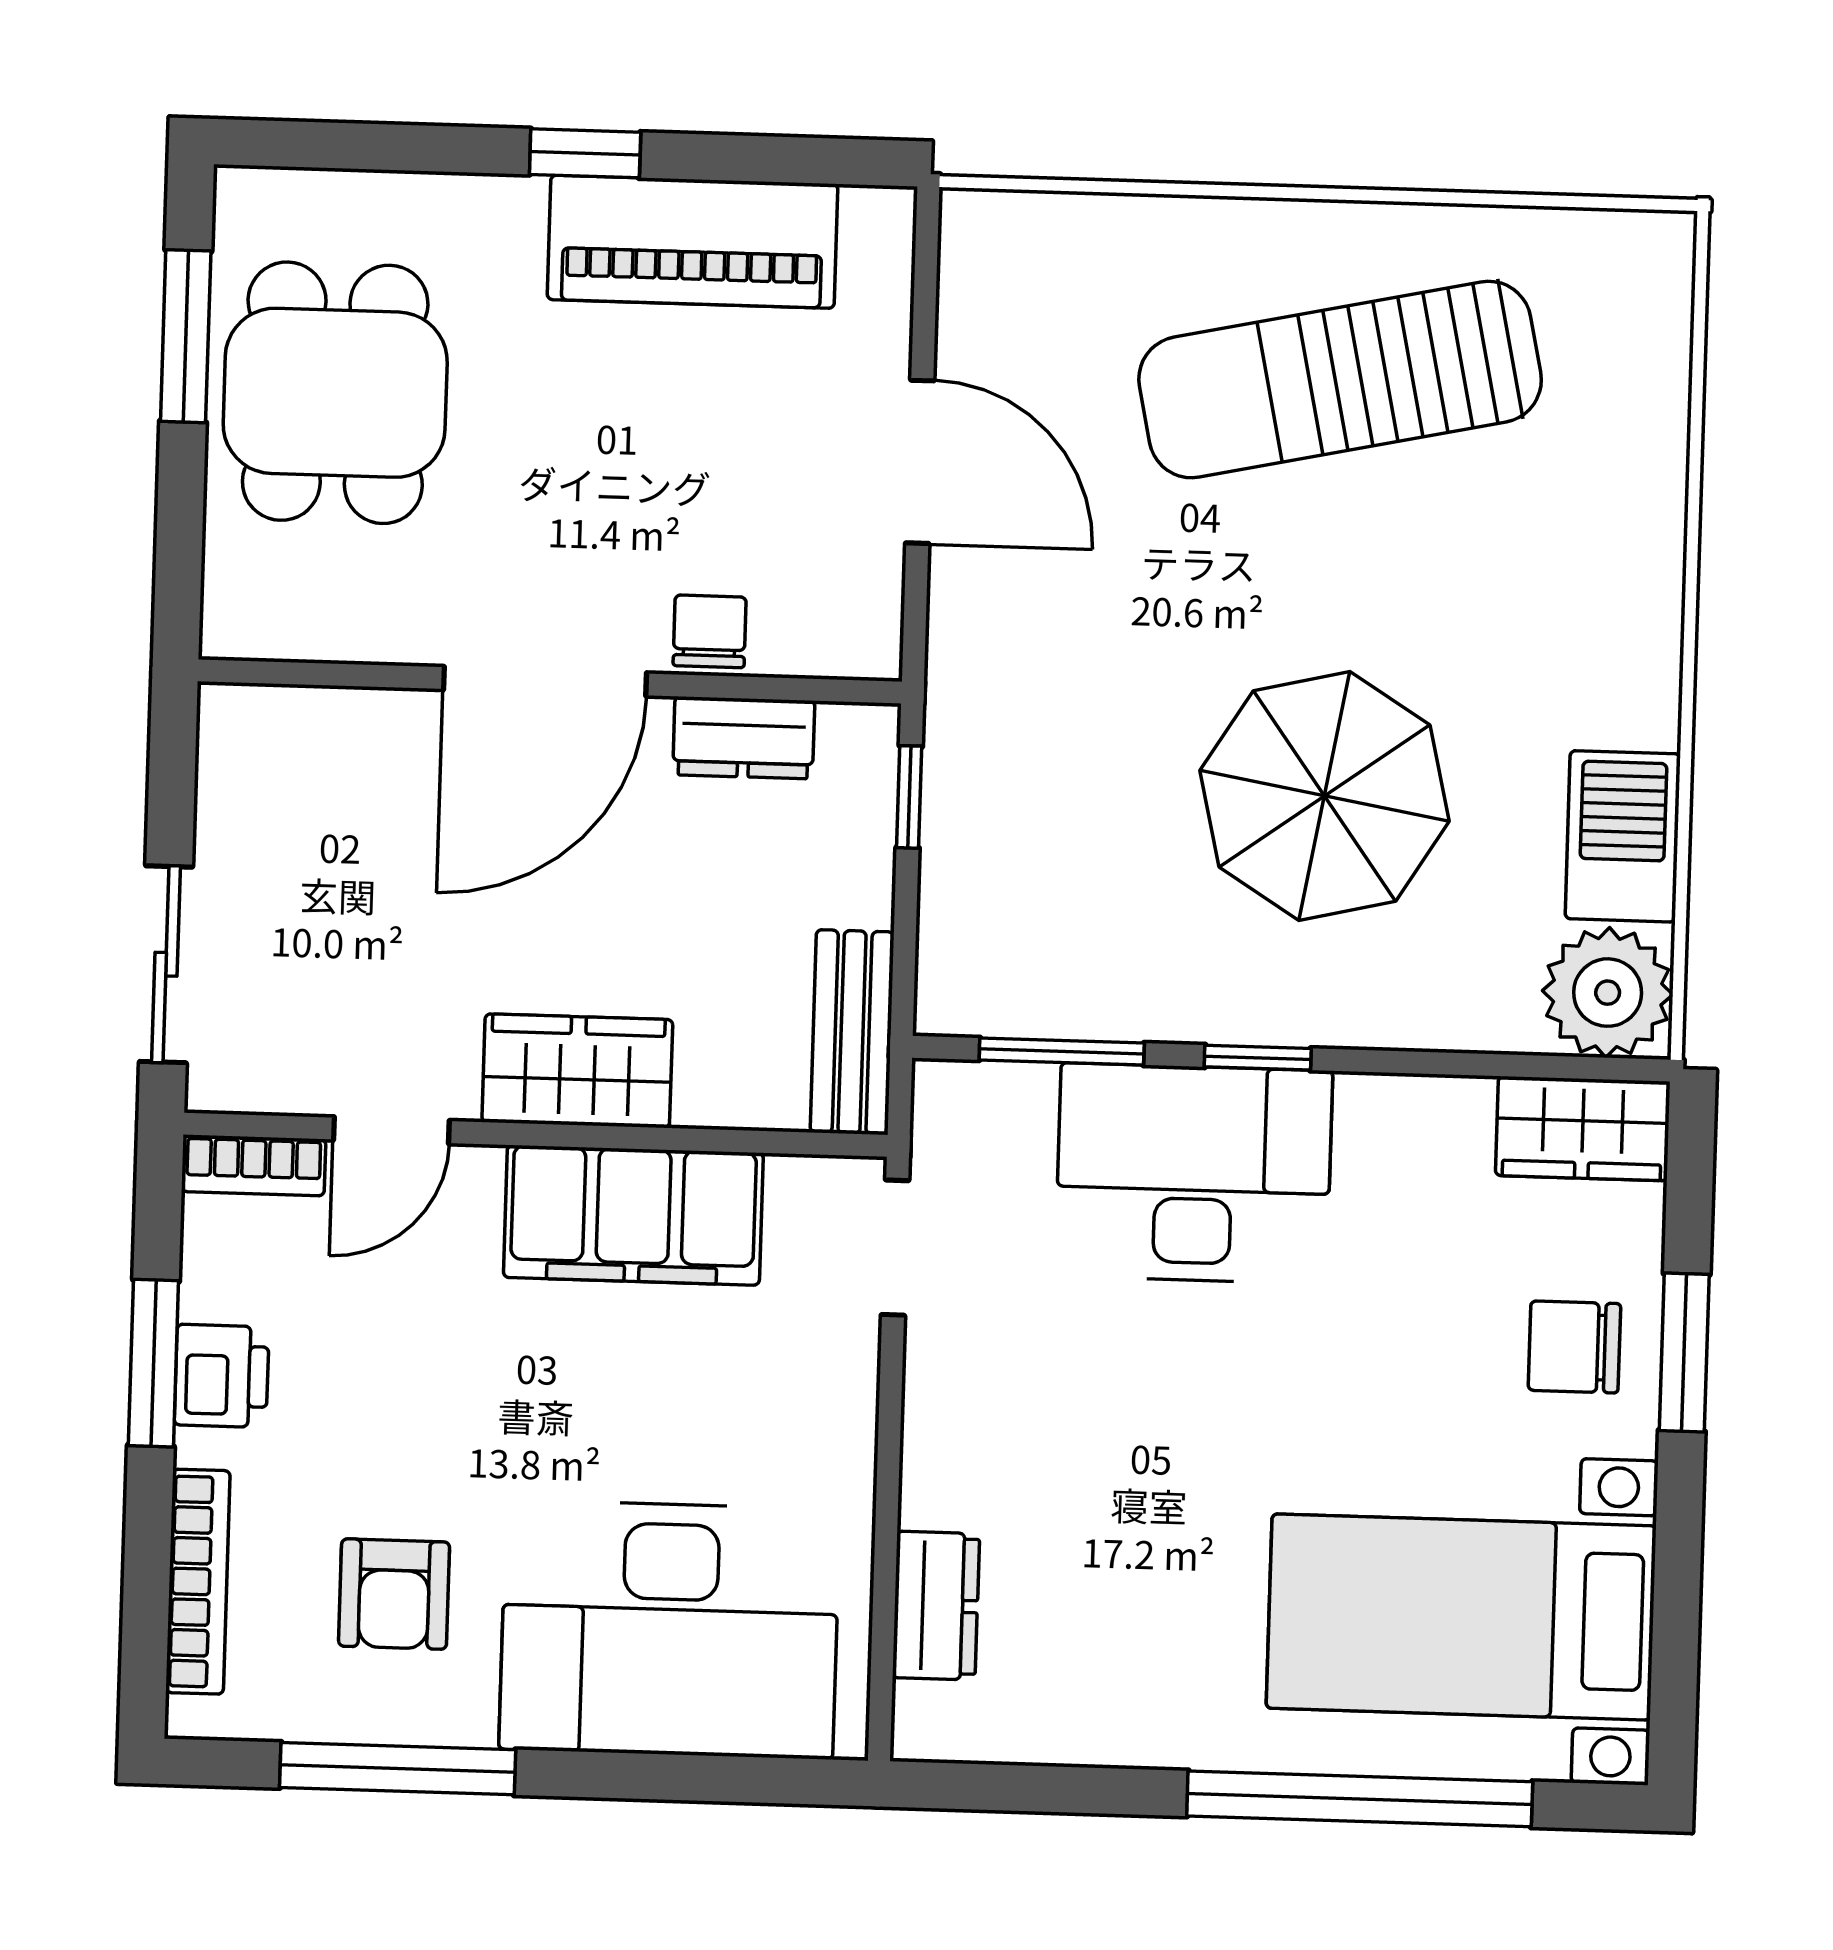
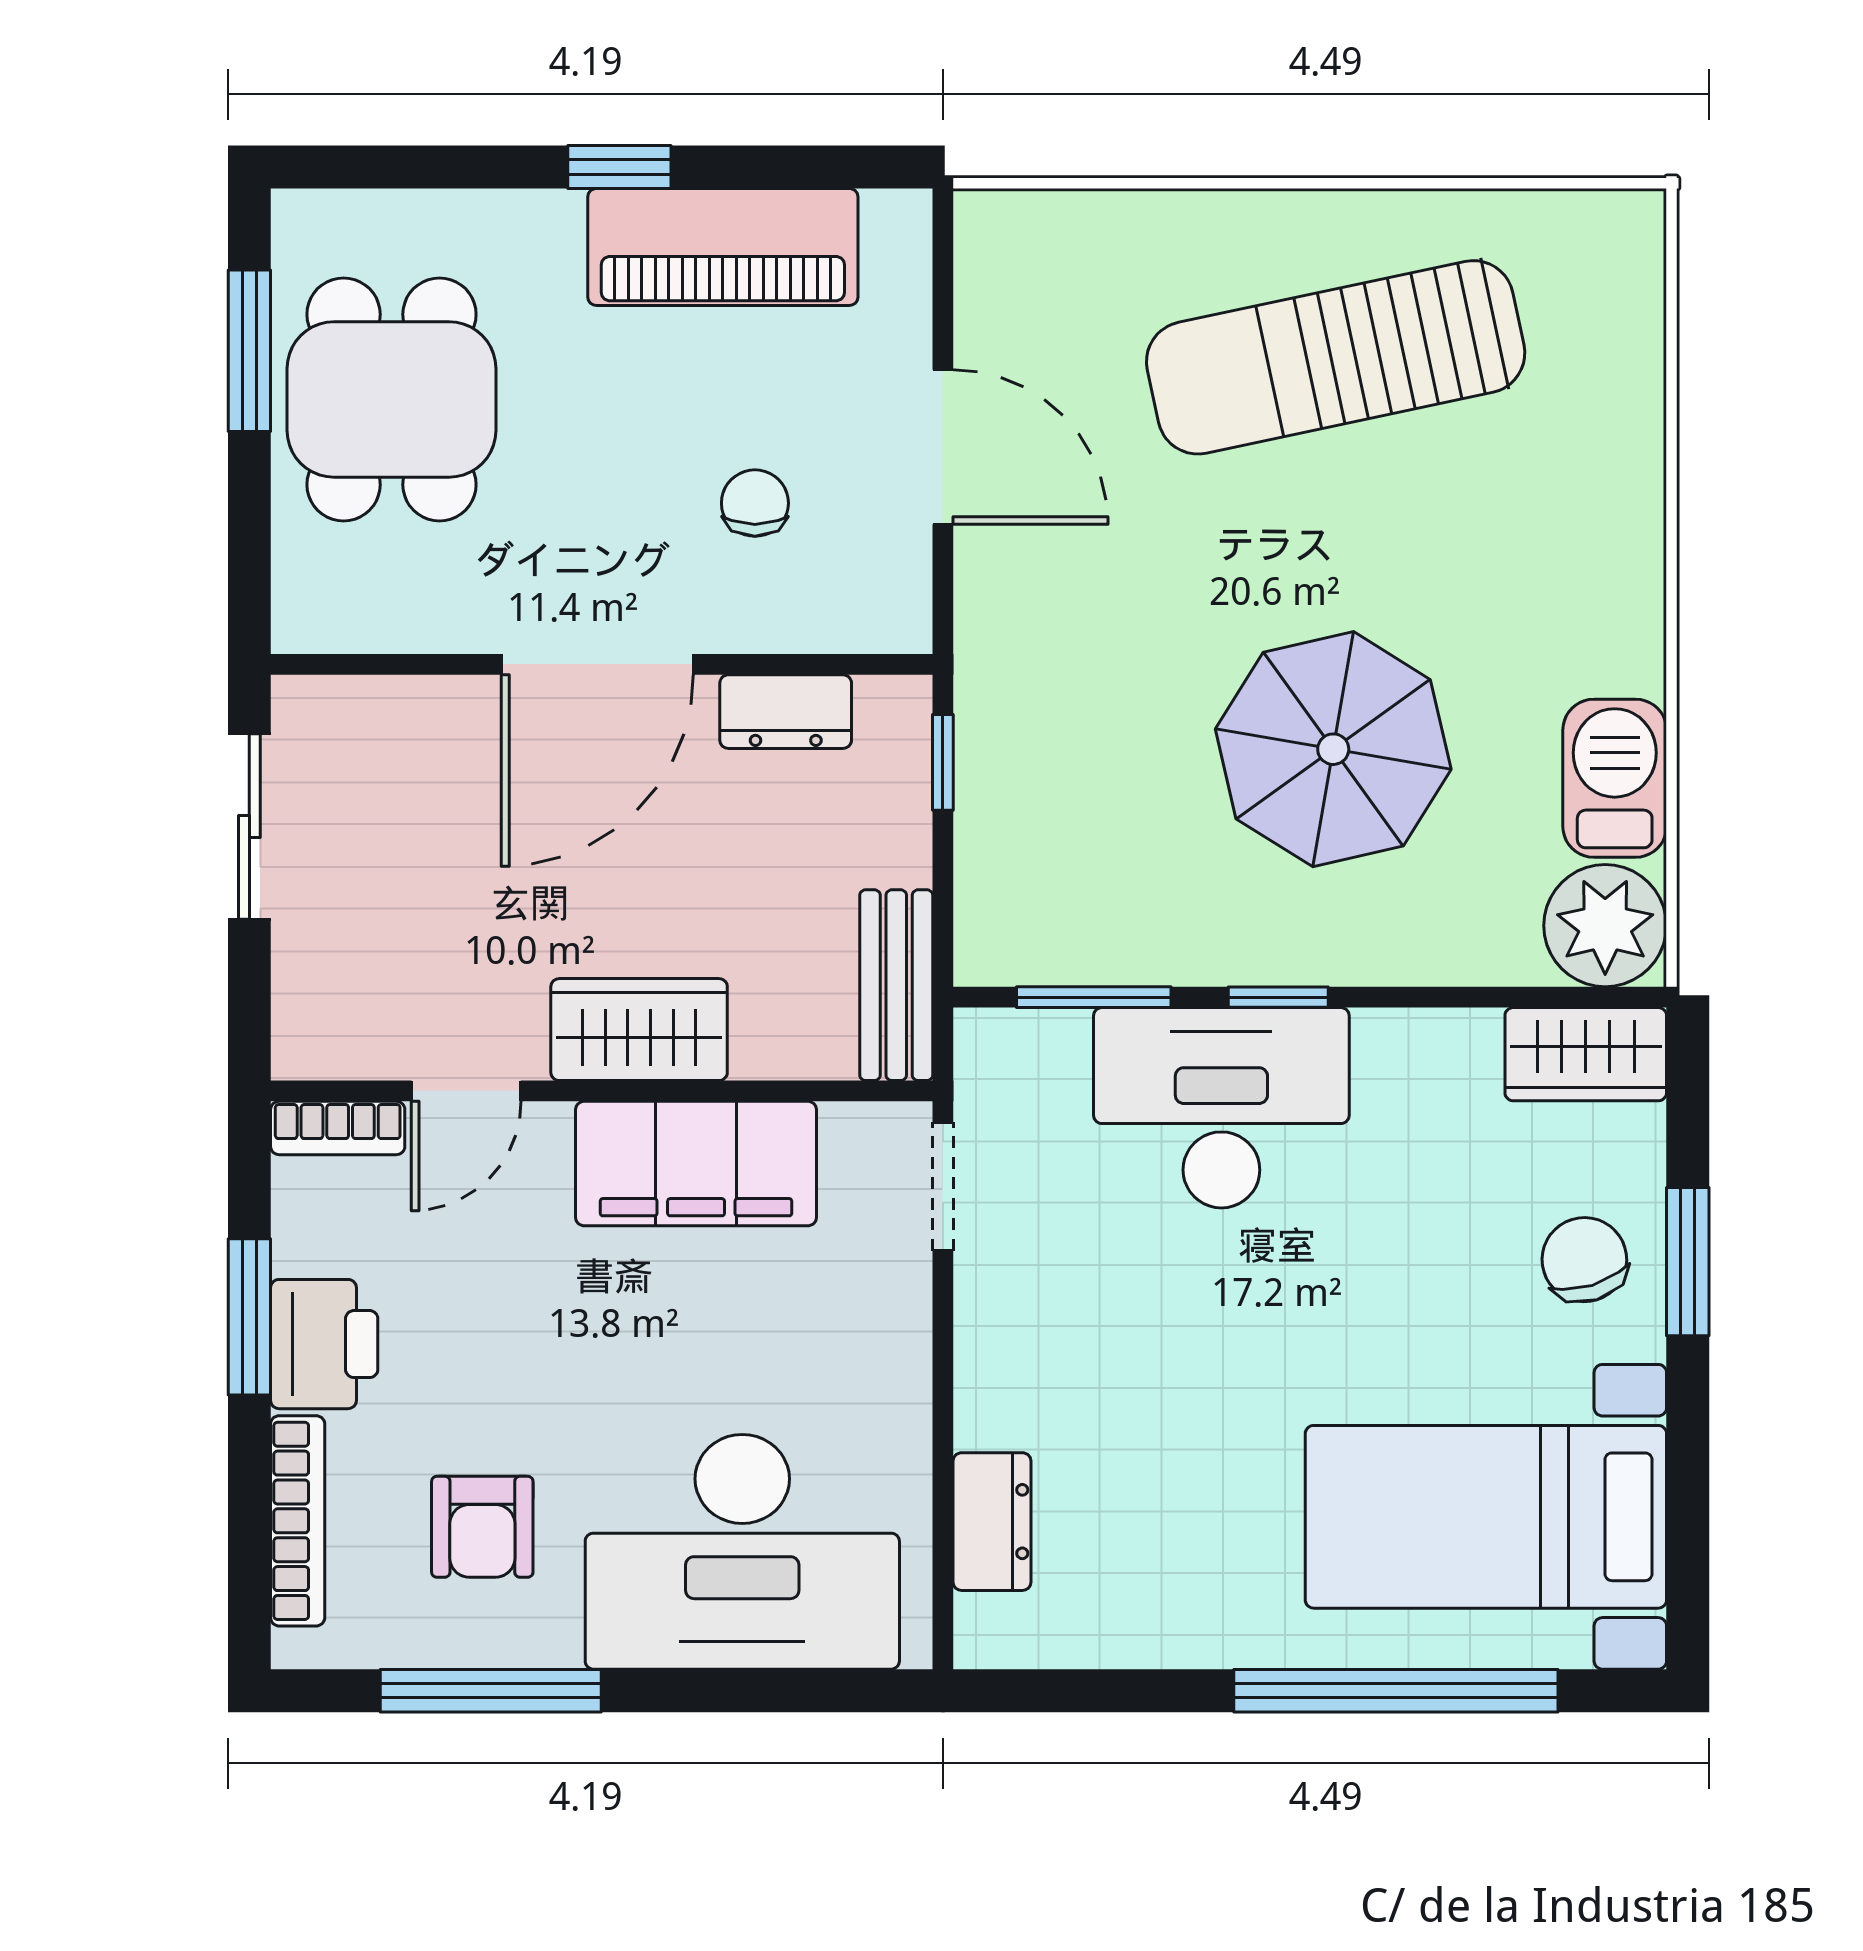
chair: (710, 631) -> (755, 503), moved
sliding door: (166, 964) -> (249, 826), moved
chair: (1574, 1347) -> (1584, 1260), turned 73
printer: (222, 1376) -> (324, 1344), width x1.36, depth x1.24

